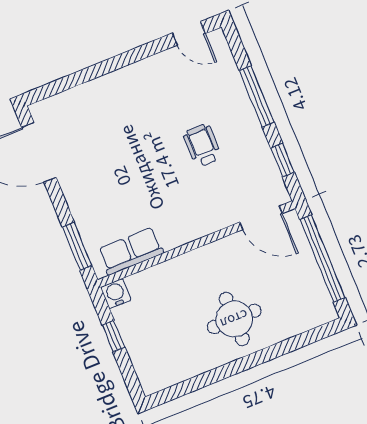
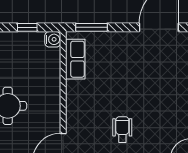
wheelchair: (202, 145) -> (122, 129), turned -90

